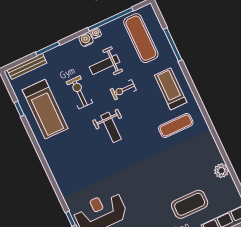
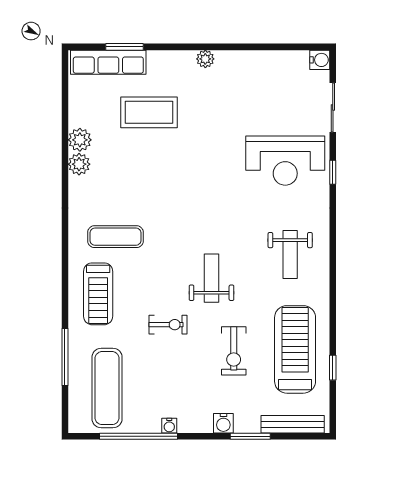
water cooler: (86, 40) -> (223, 423), moved
weight bench: (105, 65) -> (290, 255), moved, turned 90
plant: (215, 157) -> (79, 164), added

